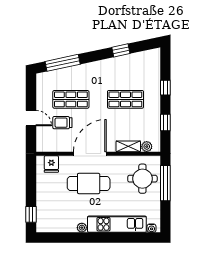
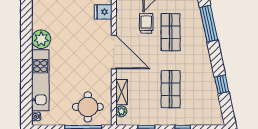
cafe table: (89, 183) -> (83, 51), removed
plant: (82, 228) -> (41, 39), width x1.87, depth x1.87

